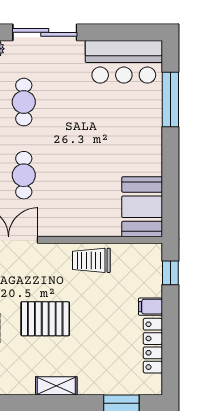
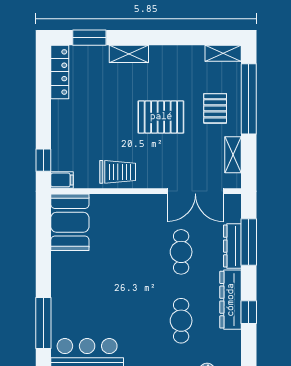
filing cabinet: (150, 307) -> (62, 180), moved
locker: (153, 346) -> (60, 72), moved
shelving: (56, 386) -> (129, 54), moved

